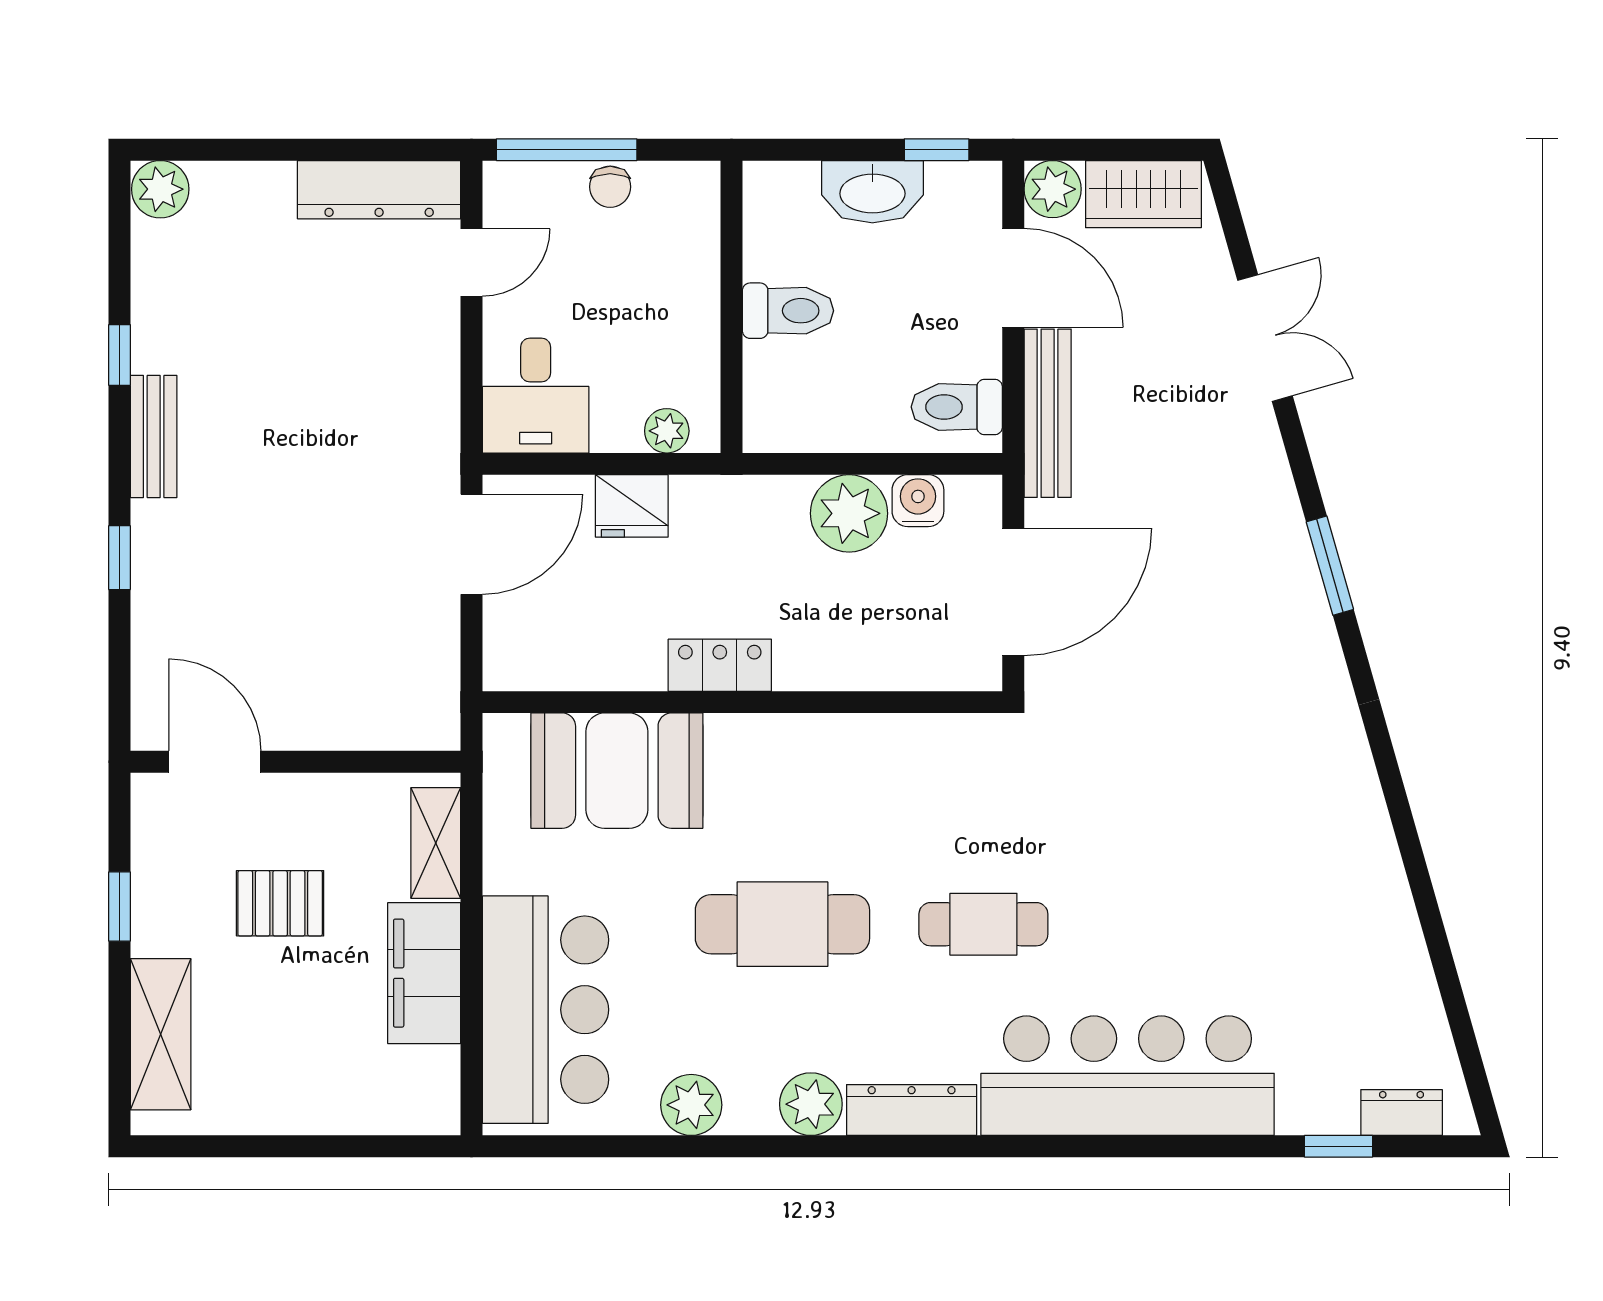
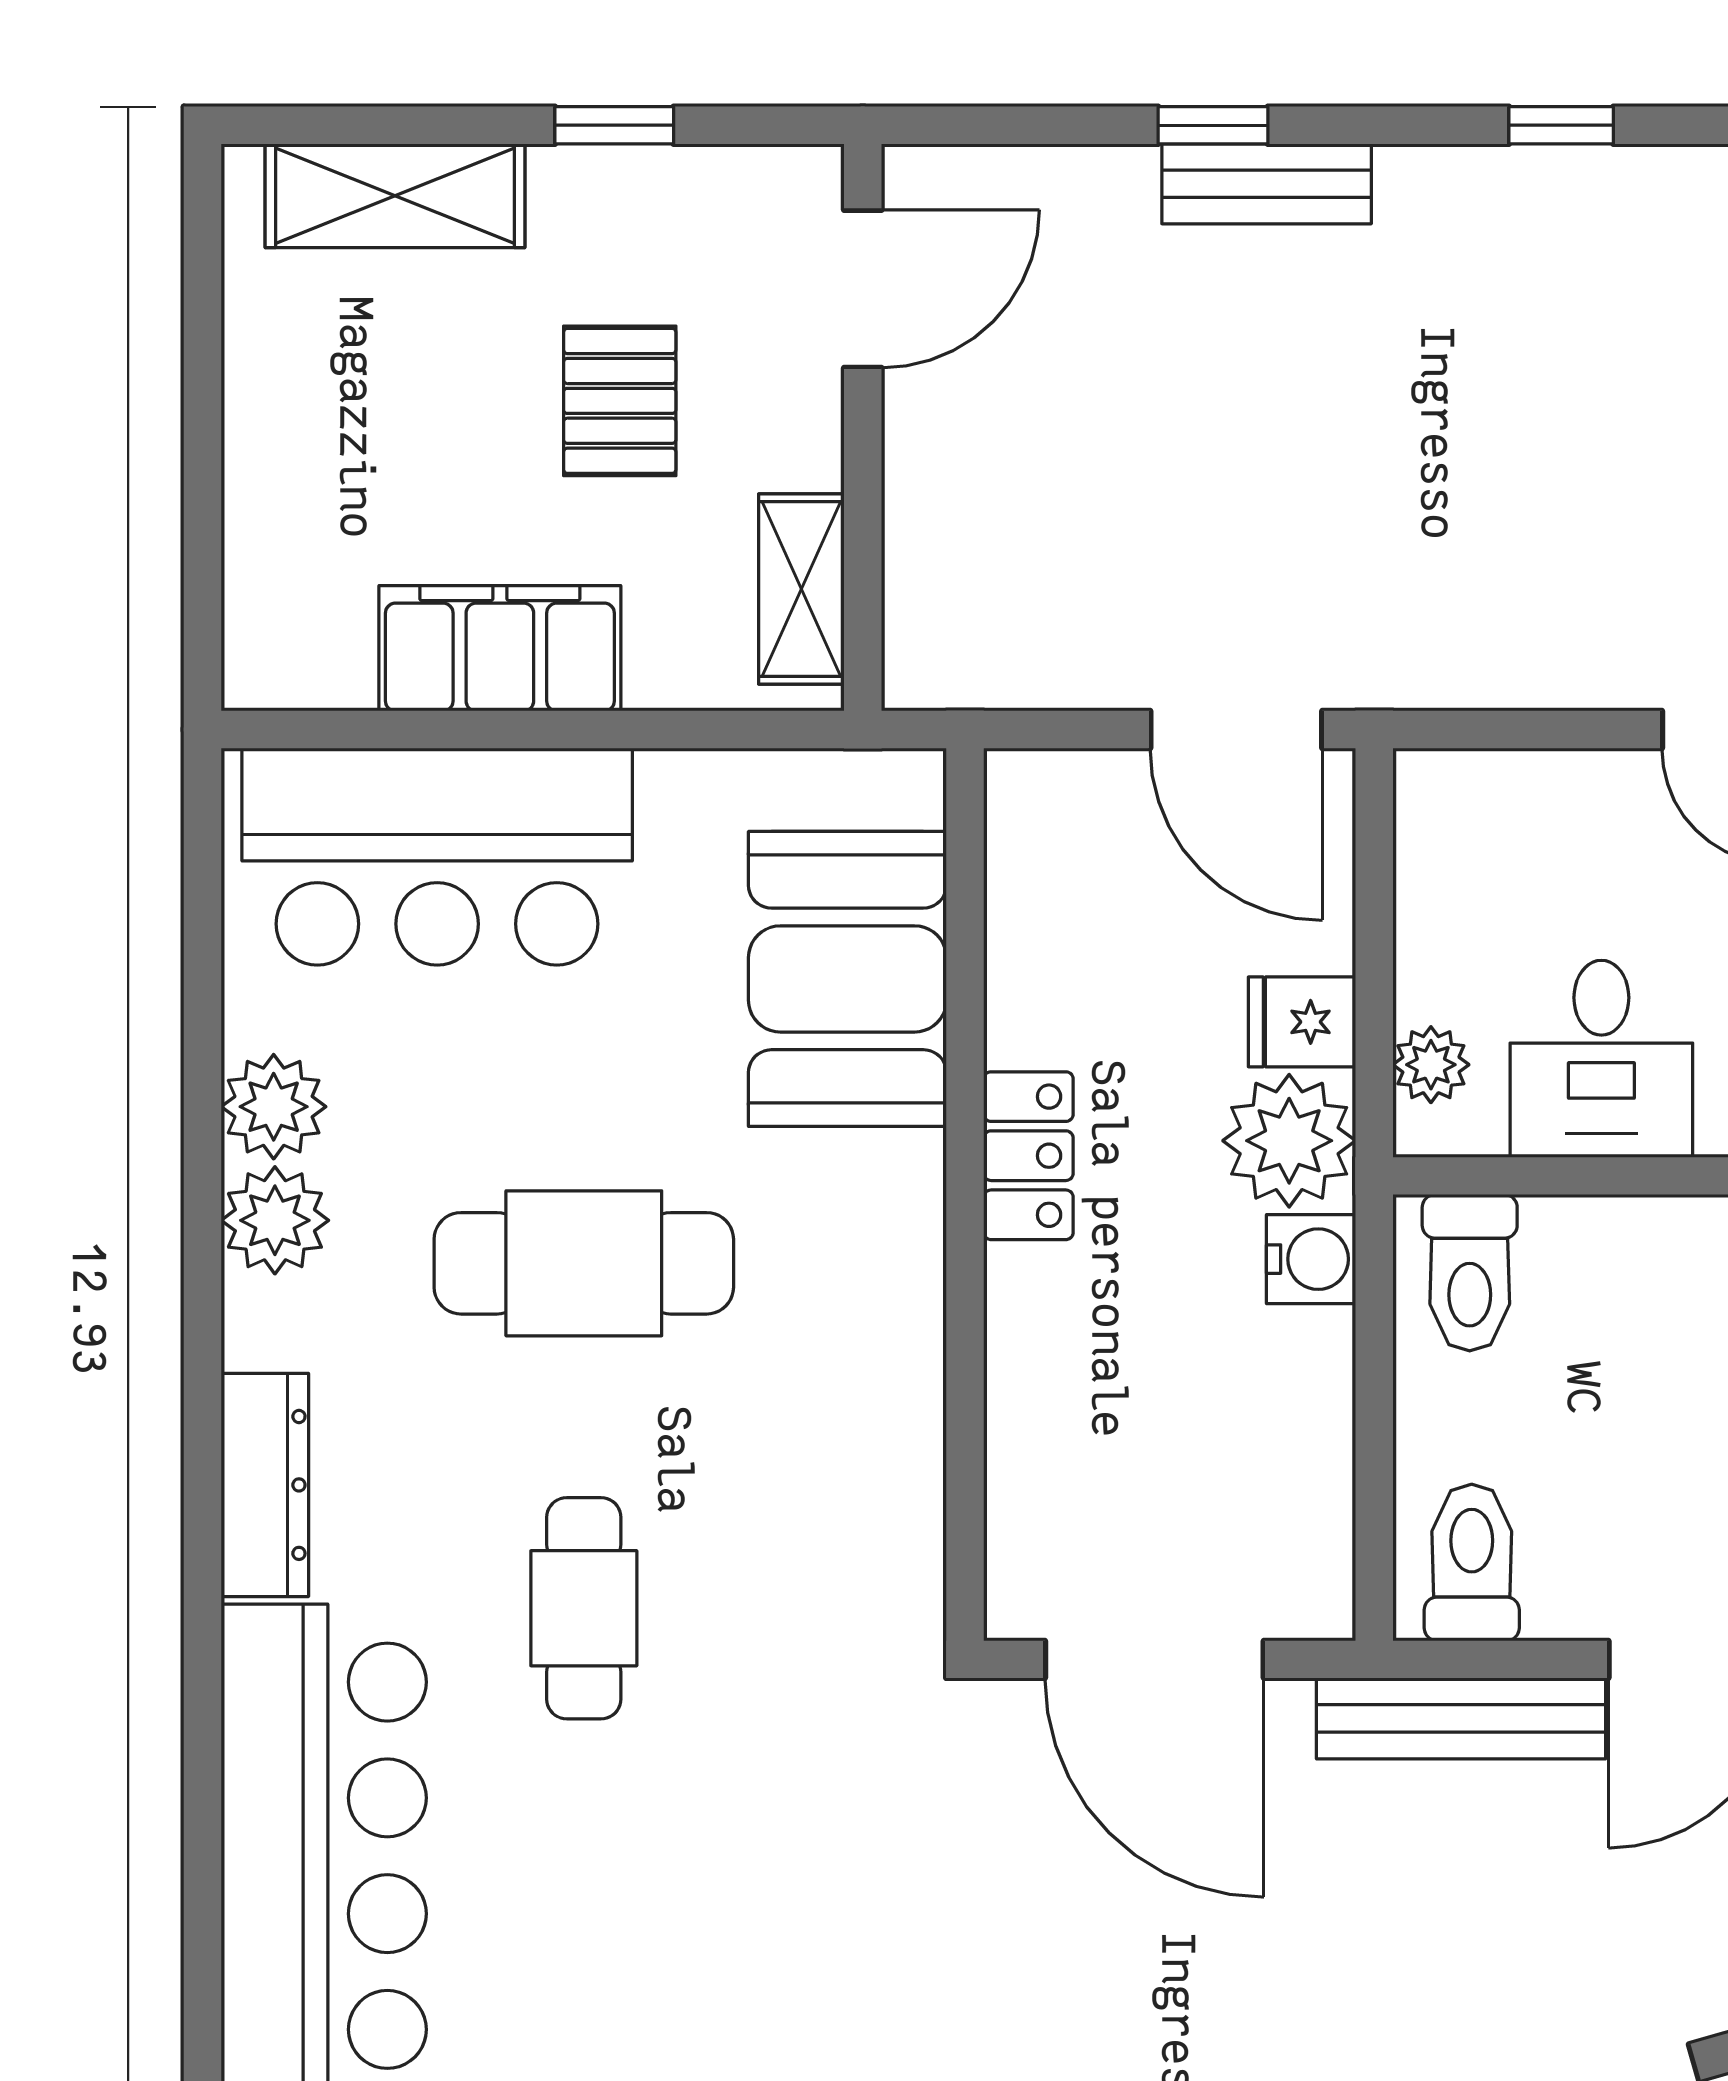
toilet: (788, 311) -> (1470, 1273), moved
desk: (536, 396) -> (1601, 1059), moved, turned -90
bench: (154, 437) -> (1267, 184), moved
water cooler: (918, 501) -> (1311, 1259), moved
fridge: (632, 506) -> (1302, 1022), width x0.72
plant: (849, 513) -> (1289, 1141), moved
shelving: (436, 843) -> (801, 589), moved, turned 90
cafe table: (782, 924) -> (584, 1263), turned 90
plant: (811, 1104) -> (275, 1220), moved

